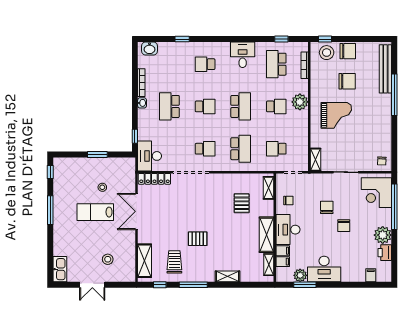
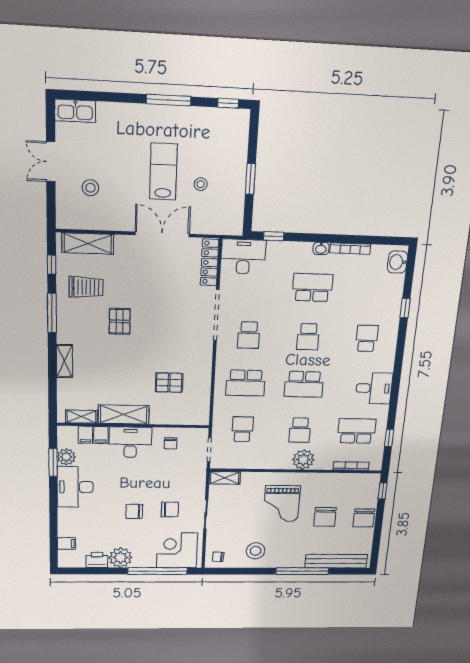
stool: (327, 53) -> (256, 551), moved
shelving: (269, 188) -> (189, 418), removed
chair: (327, 207) -> (170, 509), moved

